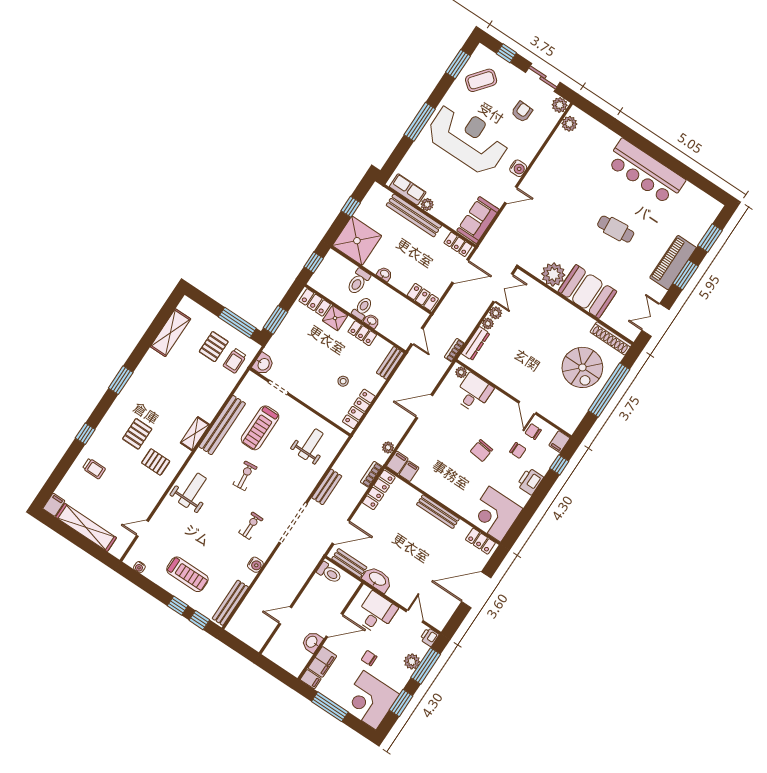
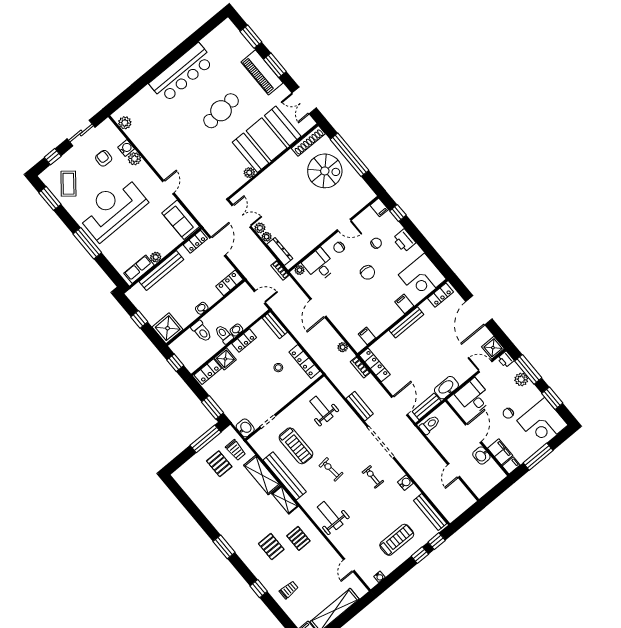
plant: (560, 105) -> (134, 159), moved
water cooler: (518, 168) -> (126, 148), moved
cafe table: (616, 229) -> (221, 111), width x1.37, depth x1.35
shower: (357, 241) -> (168, 328), width x0.73, depth x0.73
plant: (553, 274) -> (249, 173), width x0.53, depth x0.53
booth: (587, 291) -> (267, 139), width x1.36, depth x1.42
shelving: (170, 333) -> (262, 475), moved
chair: (533, 432) -> (339, 247), moved
pallet: (156, 462) -> (298, 538), turned 90
filing cabinet: (397, 462) -> (404, 304), moved
shower: (438, 619) -> (493, 348), added

